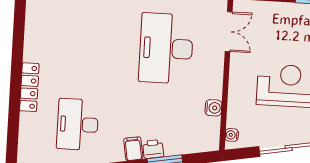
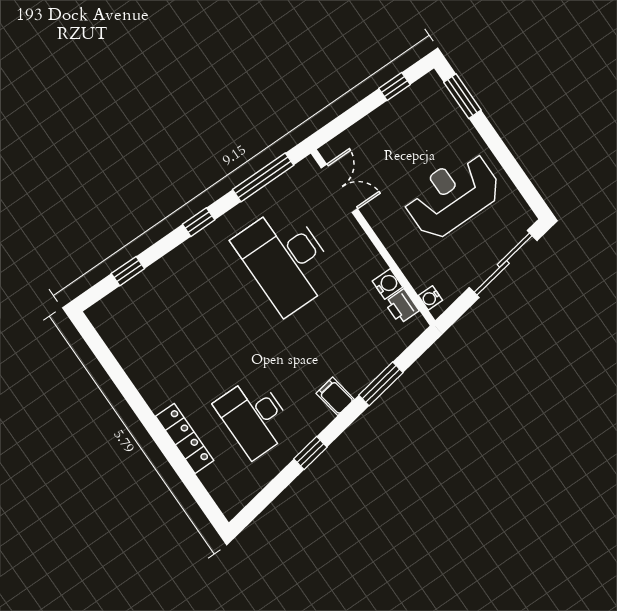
locker: (29, 87) -> (185, 438), moved
printer: (153, 149) -> (402, 306), moved, turned -80

